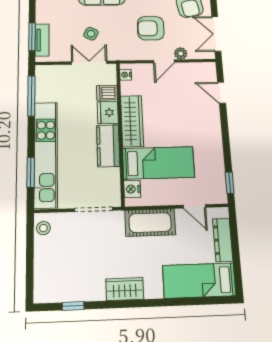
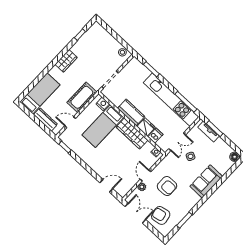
armchair: (151, 28) -> (167, 186), turned 90
kitchen unit: (46, 154) -> (171, 100), moved

